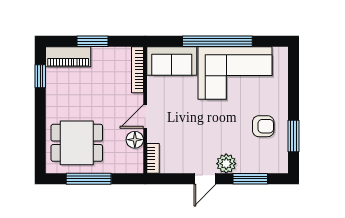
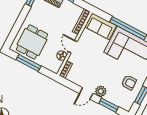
door: (145, 116) -> (73, 47), hinge flipped
dining table: (77, 143) -> (32, 42), turned 90

